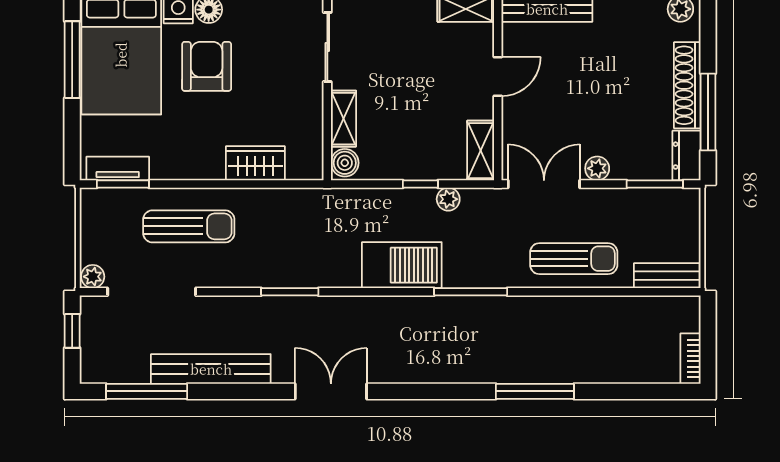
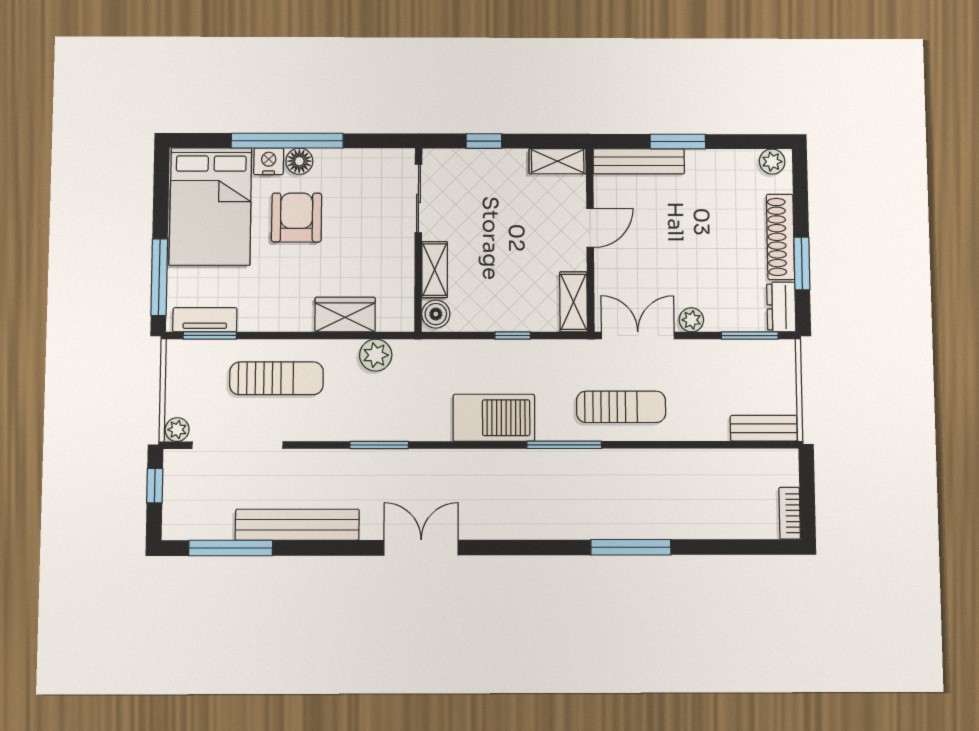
window: (72, 60) -> (159, 277), moved
window: (708, 112) -> (802, 263), width x0.69
plant: (448, 199) -> (376, 355), moved, width x1.38, depth x1.38
sun lounger: (574, 259) -> (621, 407), moved

